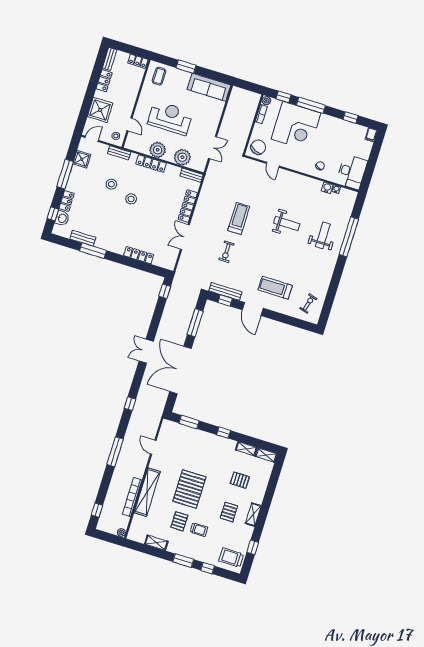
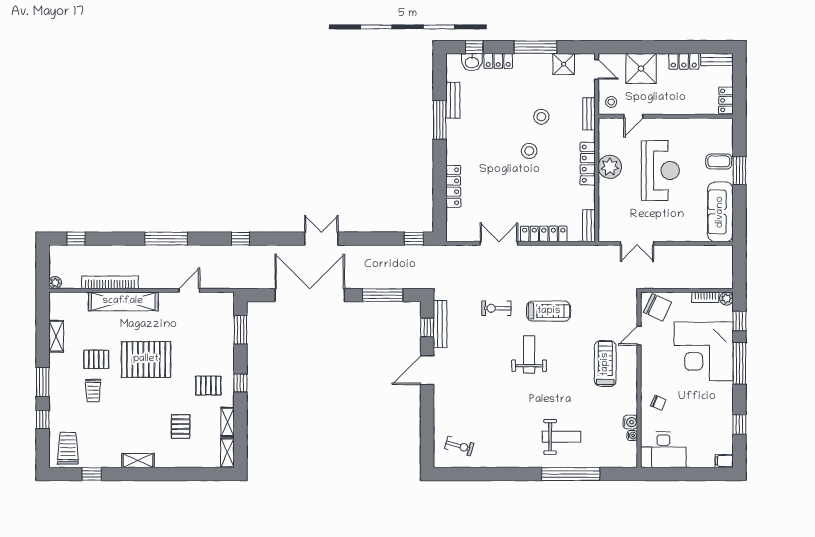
coffee table: (159, 76) -> (719, 161), moved
plant: (182, 157) -> (610, 205), removed
weight bench: (287, 224) -> (529, 354), moved, turned 180
treadmill: (275, 288) -> (605, 364), moved
pallet: (229, 512) -> (208, 386), moved

